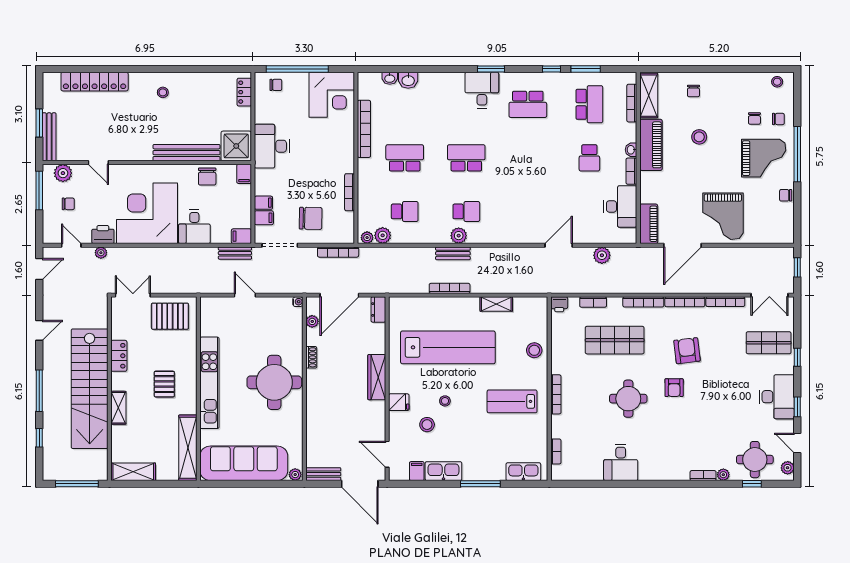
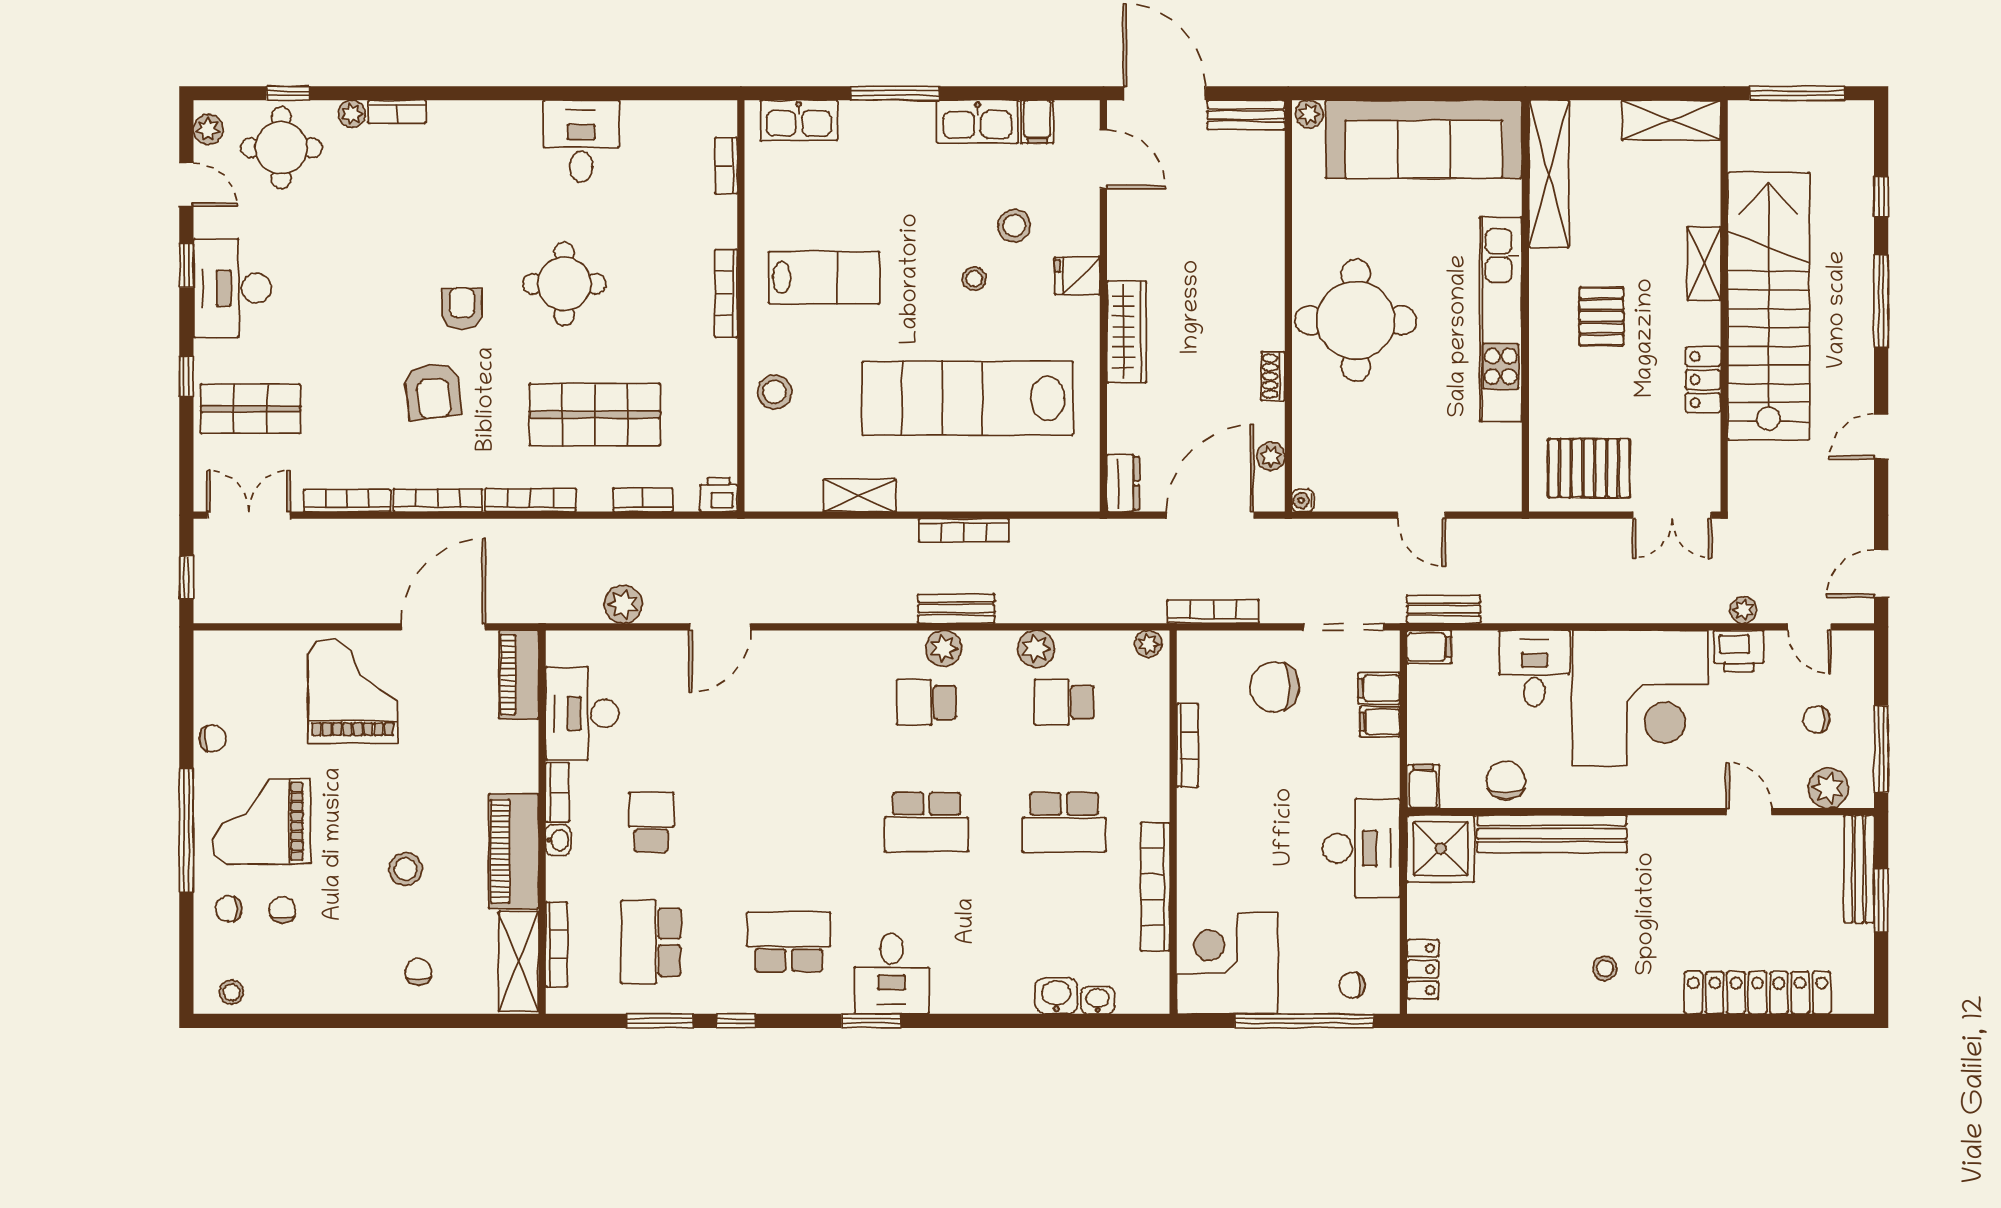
plant: (383, 235) -> (1036, 649), moved

